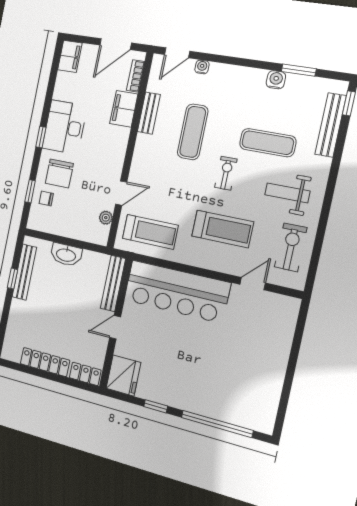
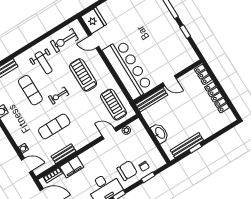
fridge: (123, 375) -> (94, 21), moved, turned 90

